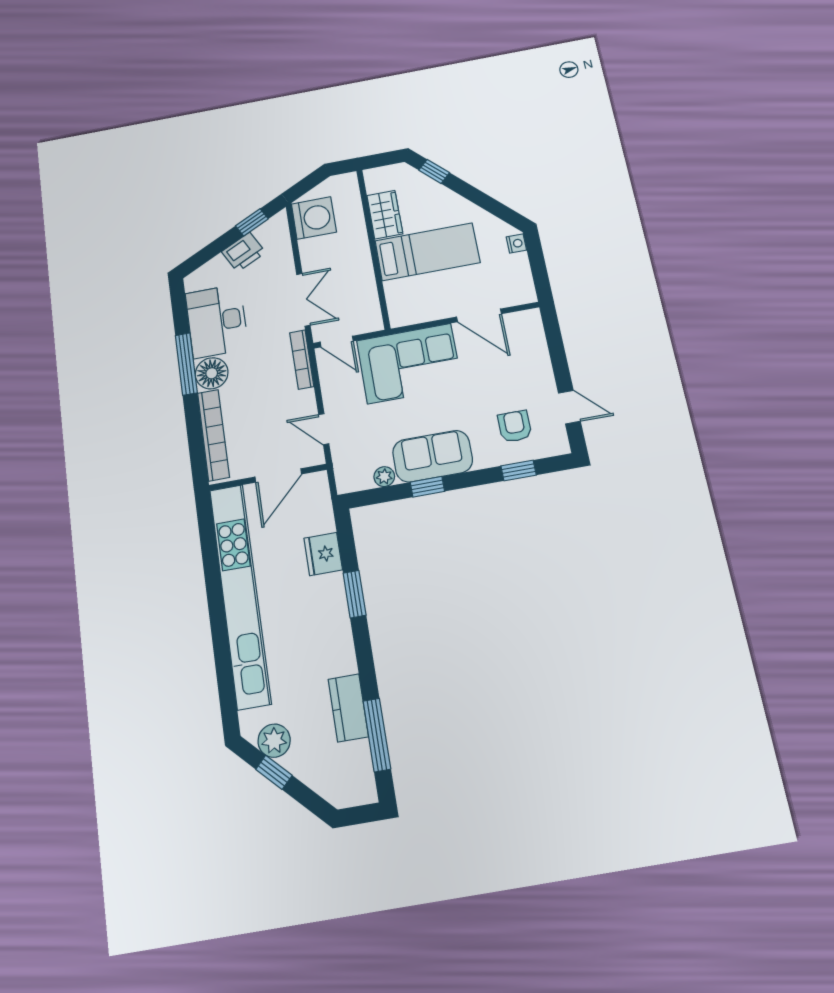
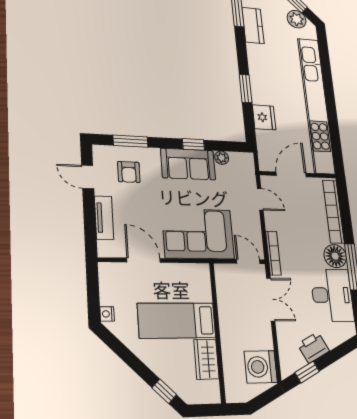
double door: (303, 300) -> (271, 299), swing flipped
tv unit: (539, 358) -> (104, 218), added
window: (519, 470) -> (130, 141), width x1.50

